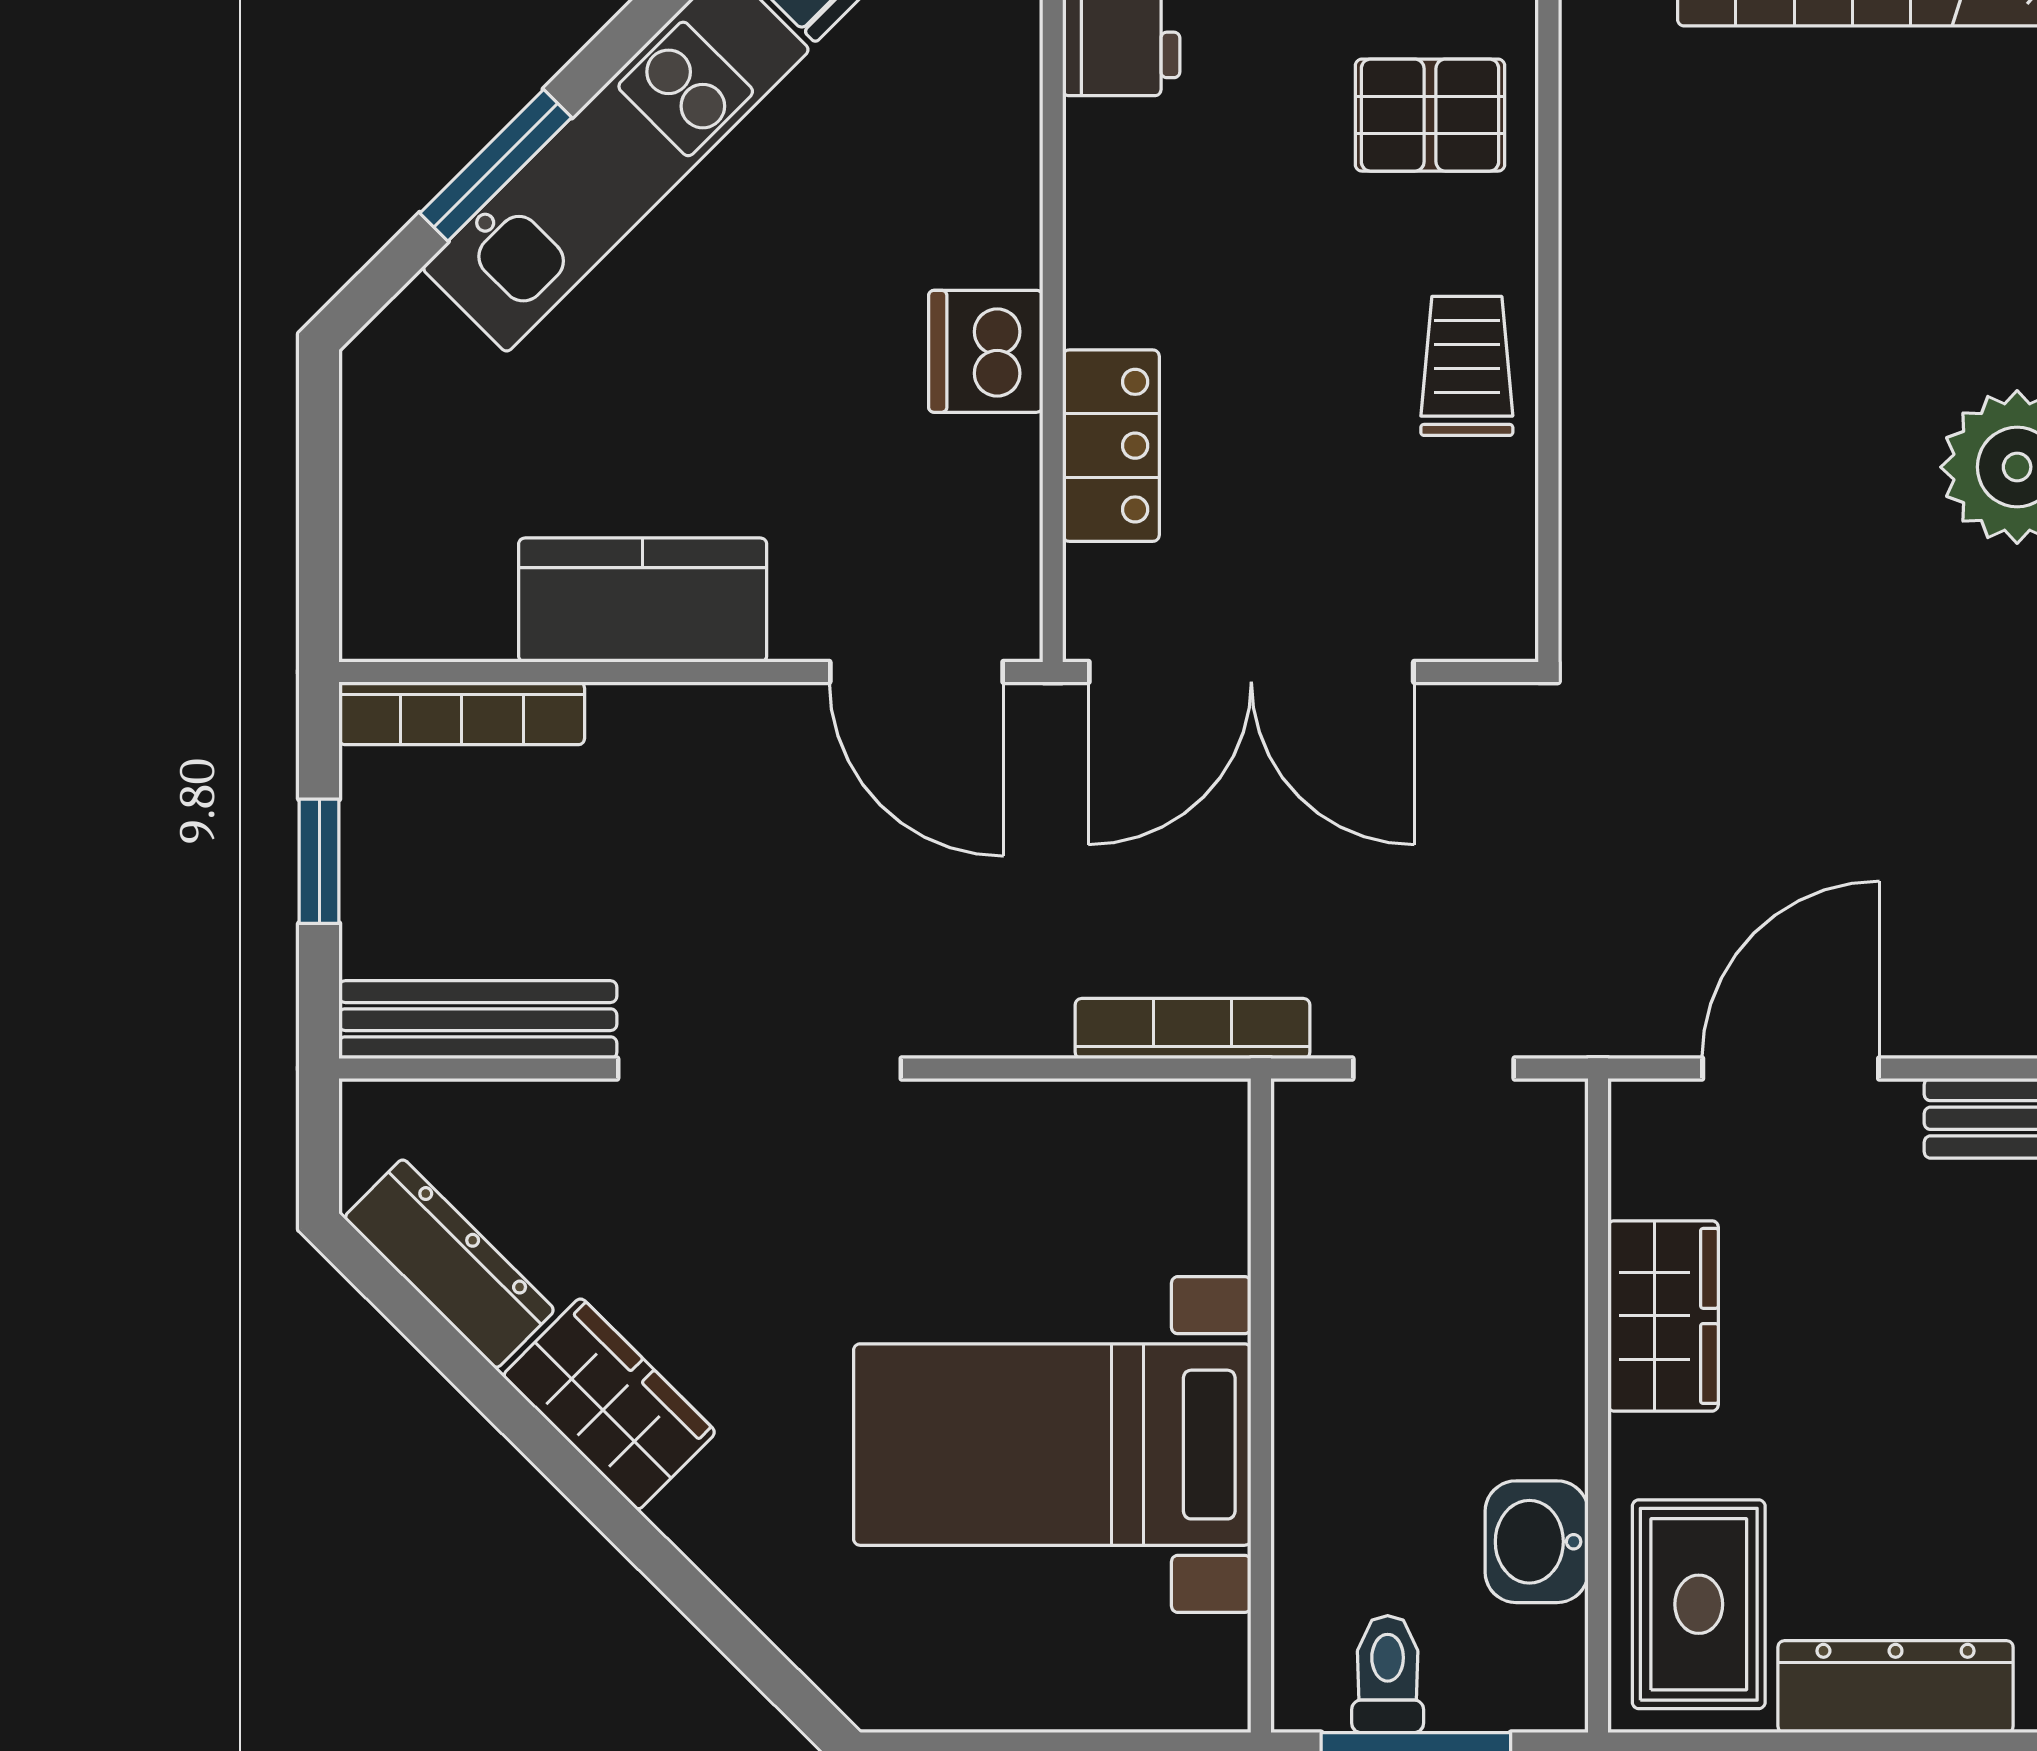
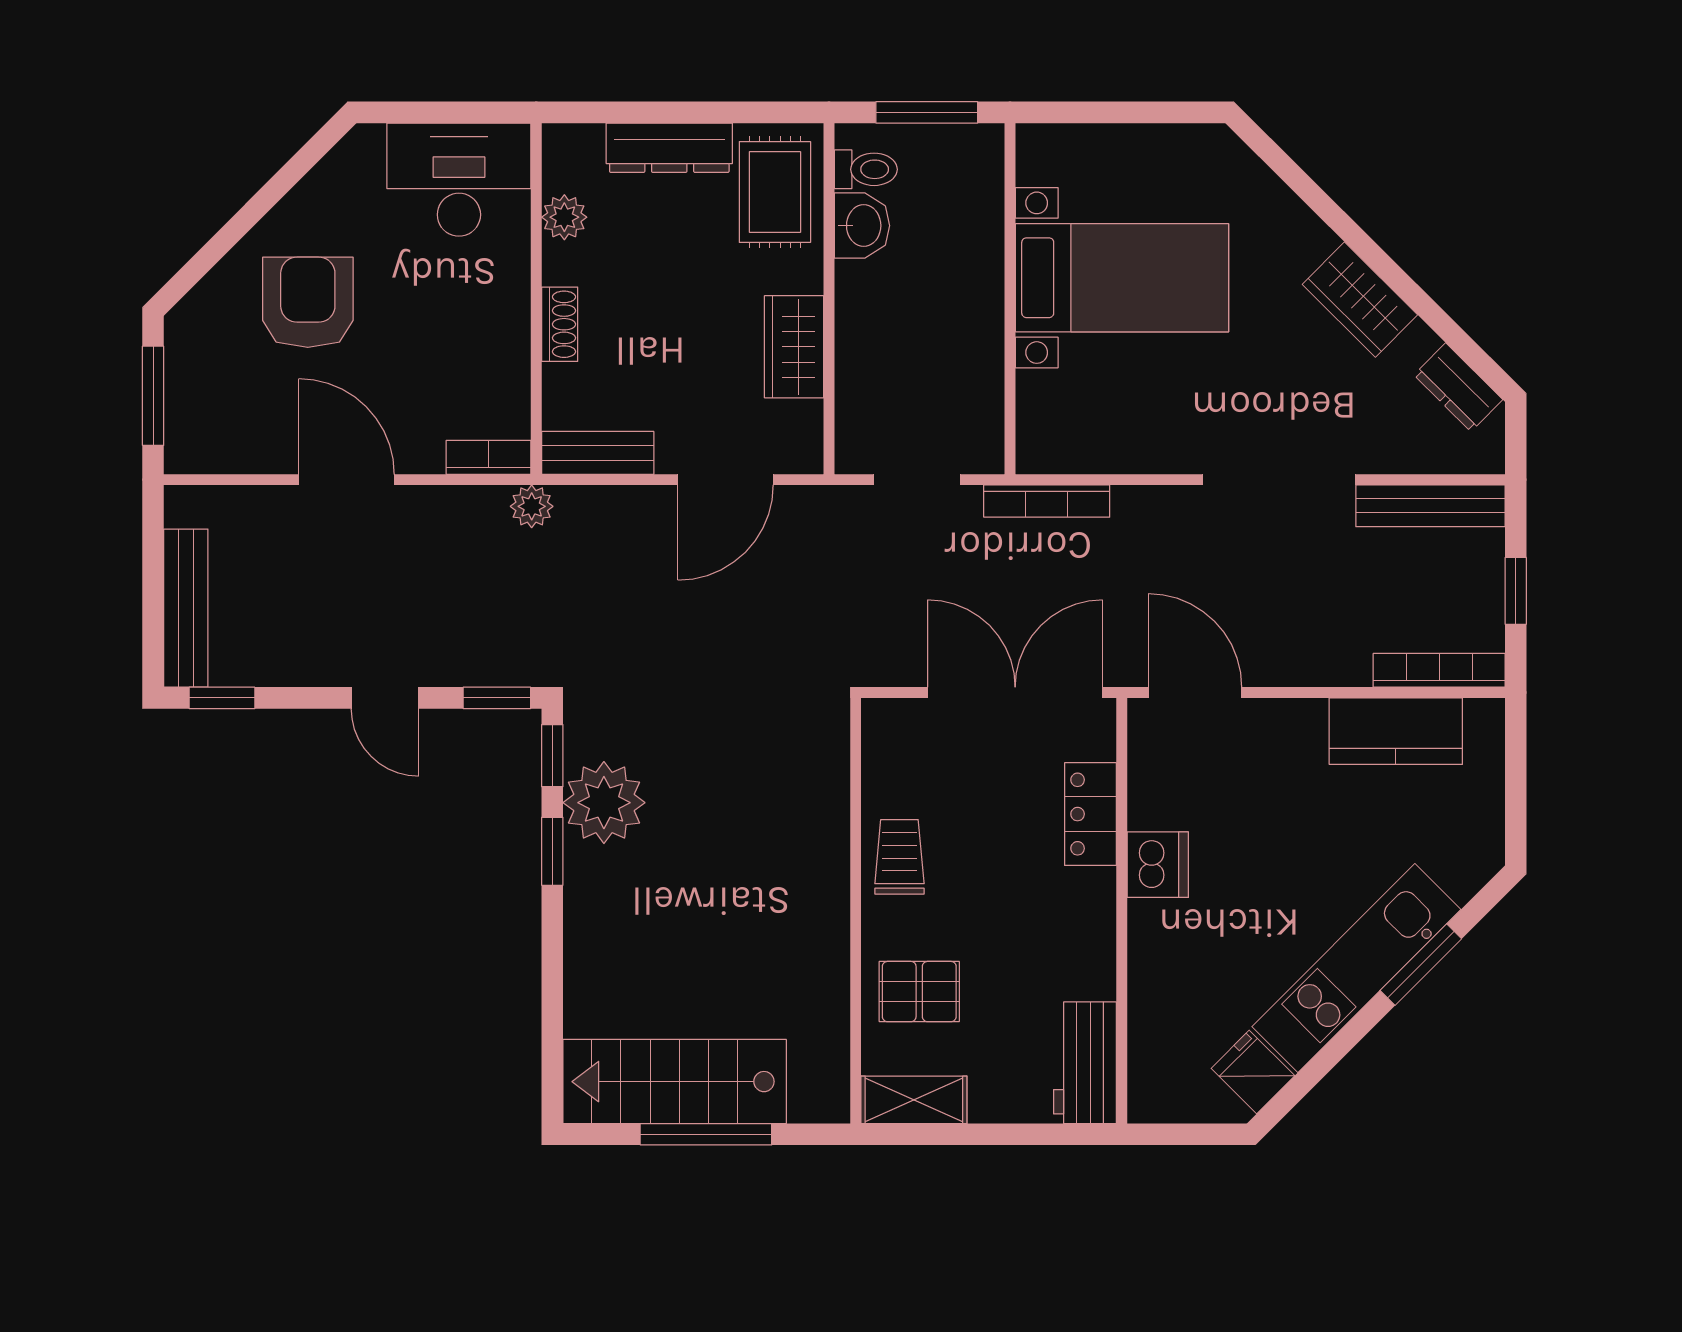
trolley: (1467, 366) -> (899, 857), turned 180
kitchen counter: (643, 600) -> (1396, 731), moved
dresser: (449, 1264) -> (1458, 387), width x0.70
toilet: (1388, 1674) -> (866, 169), moved, turned -90

